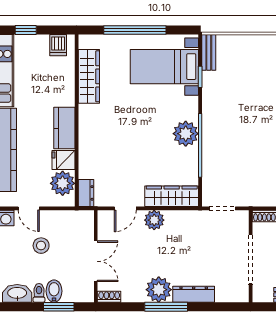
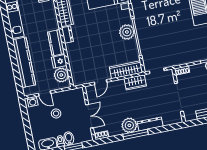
dresser: (86, 193) -> (67, 35), moved
plant: (154, 220) -> (119, 86), removed
wardrobe: (183, 220) -> (135, 82), added

